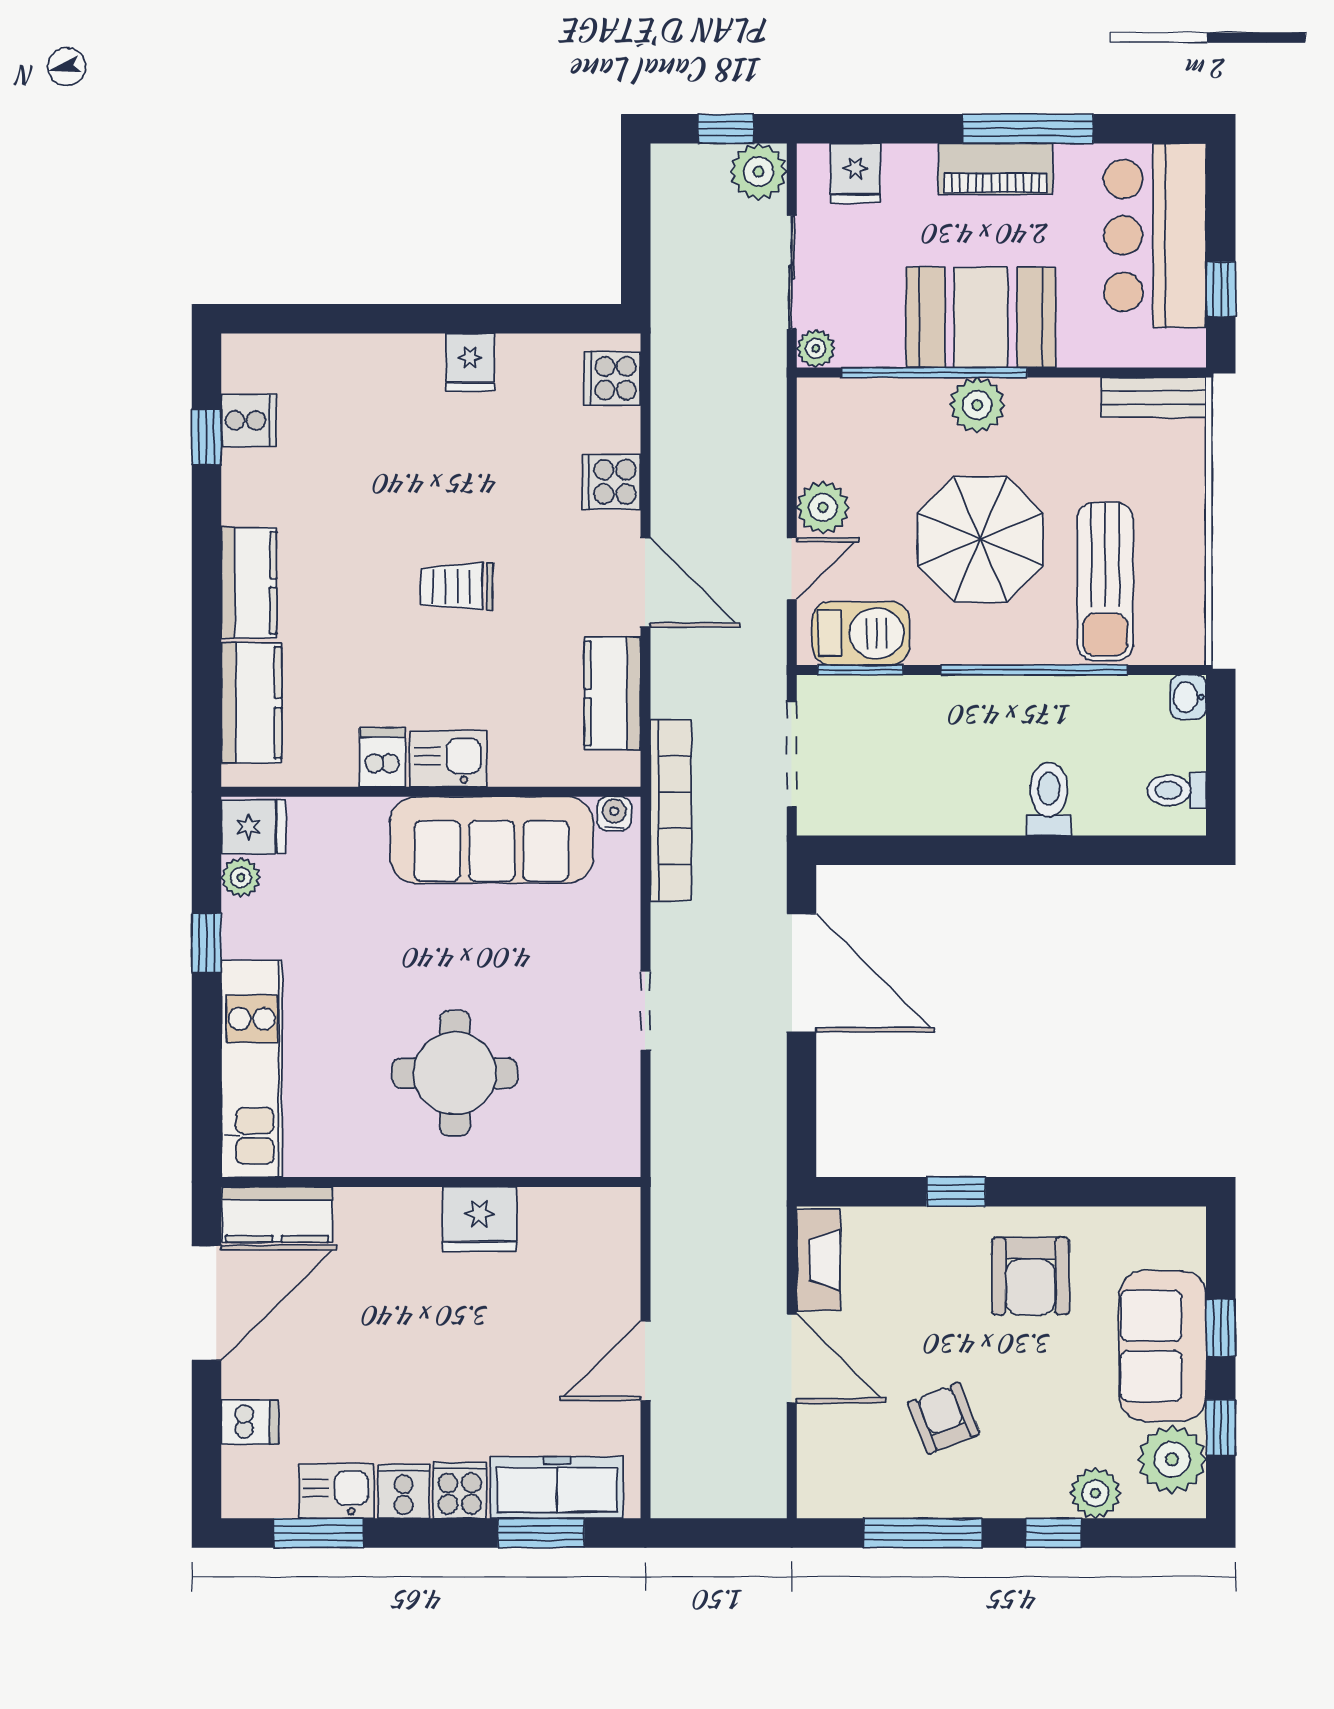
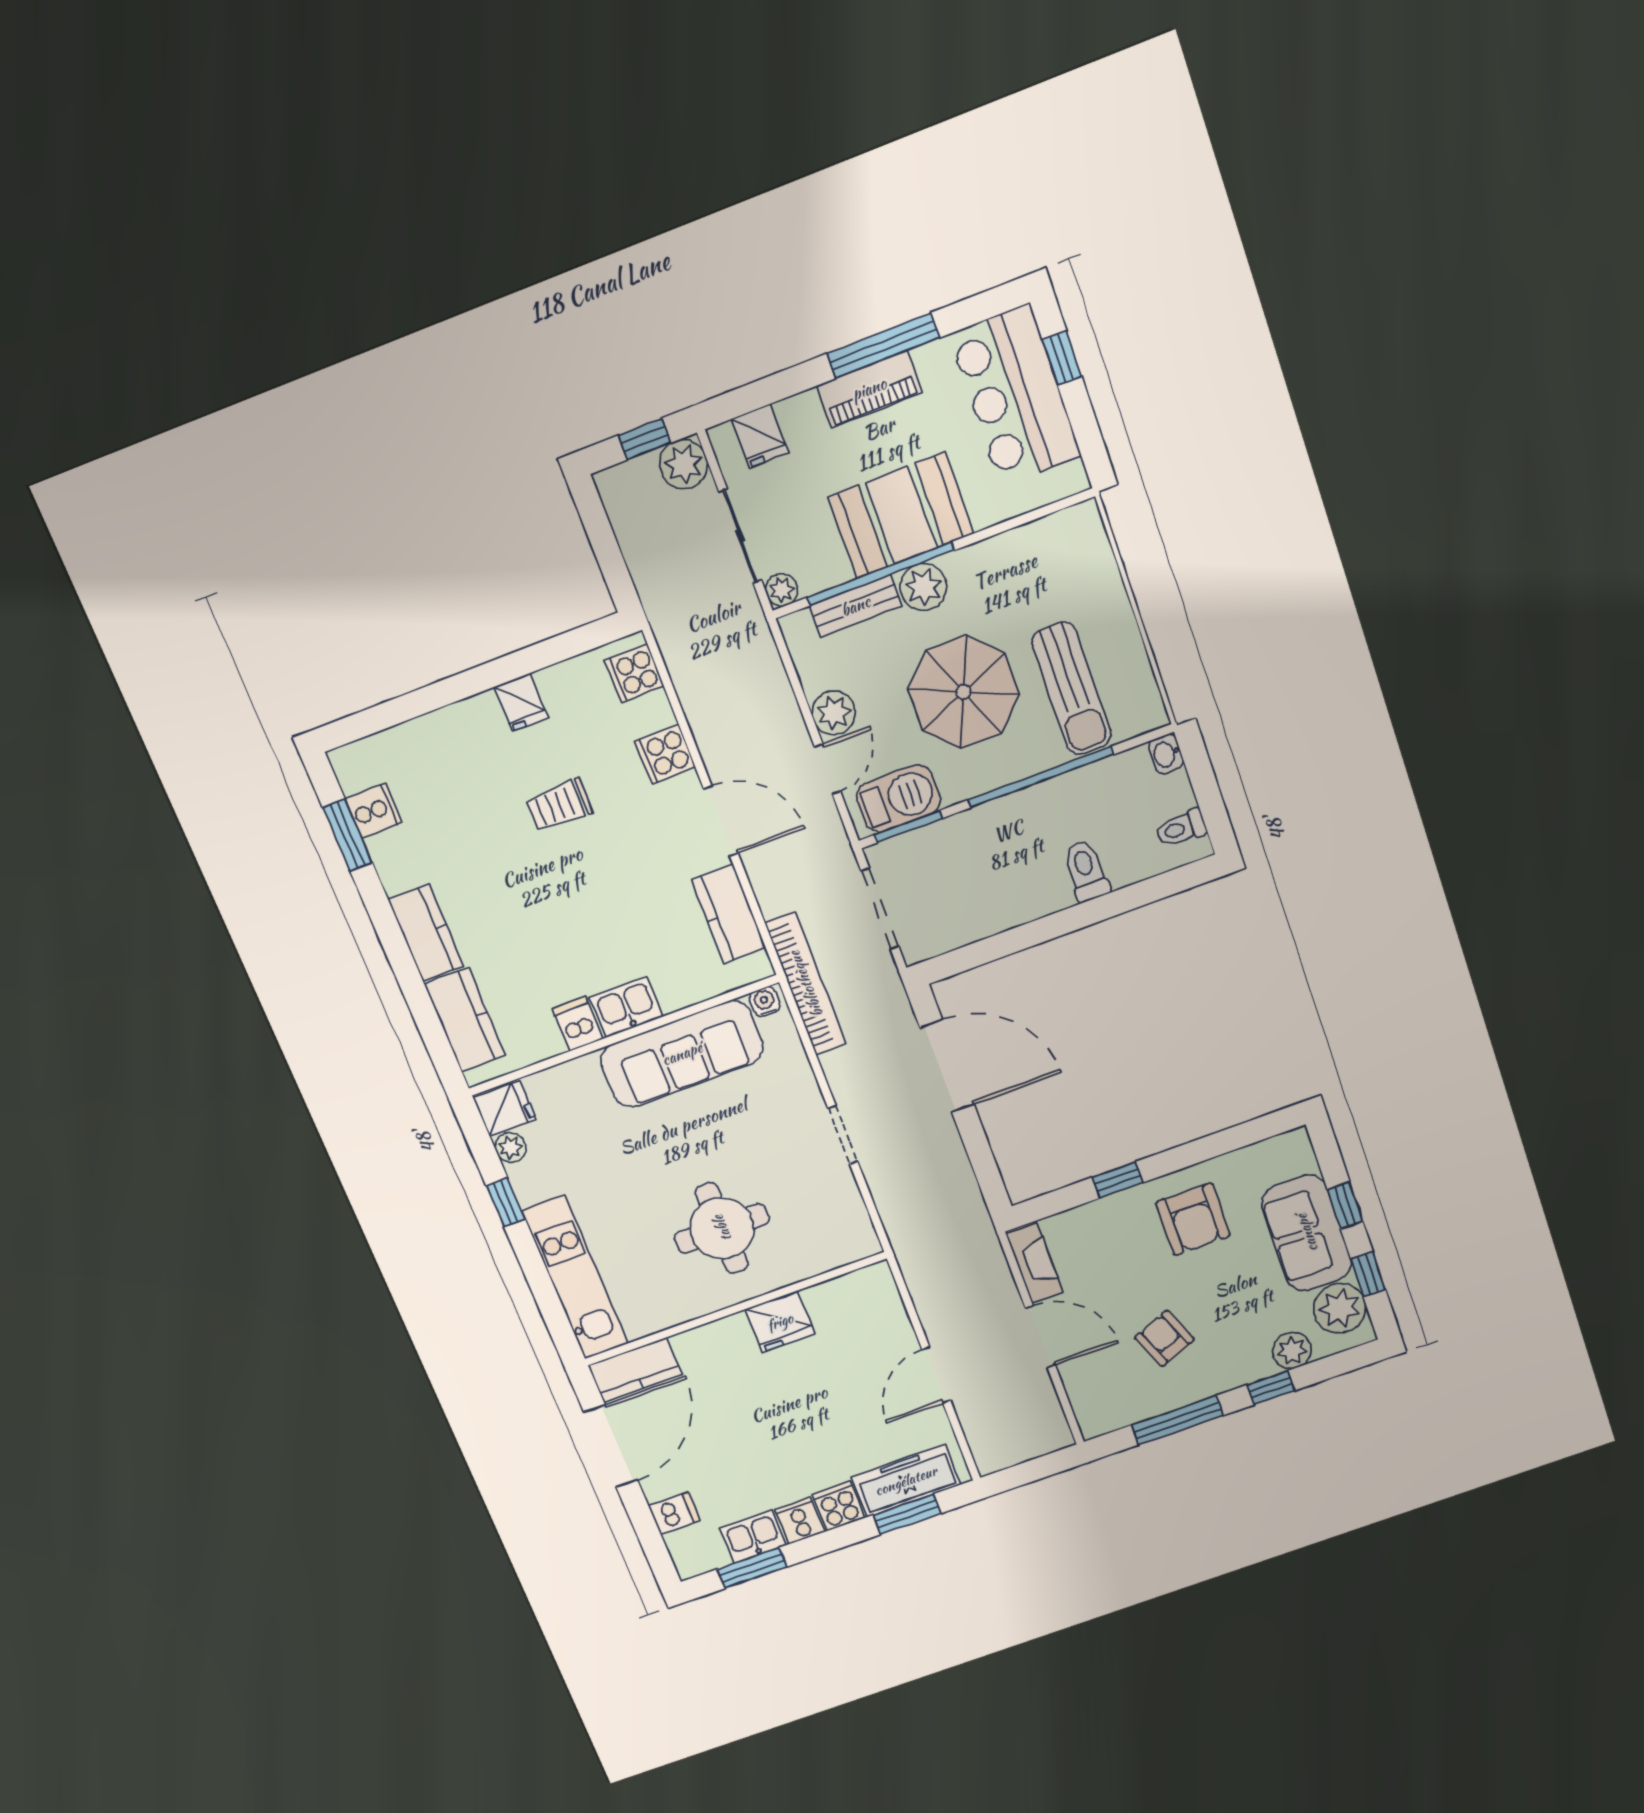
window: (1221, 289) -> (1062, 358), moved
bench: (1154, 397) -> (856, 606), moved
window: (207, 437) -> (348, 835), width x1.50
trolley: (456, 586) -> (559, 805), moved

